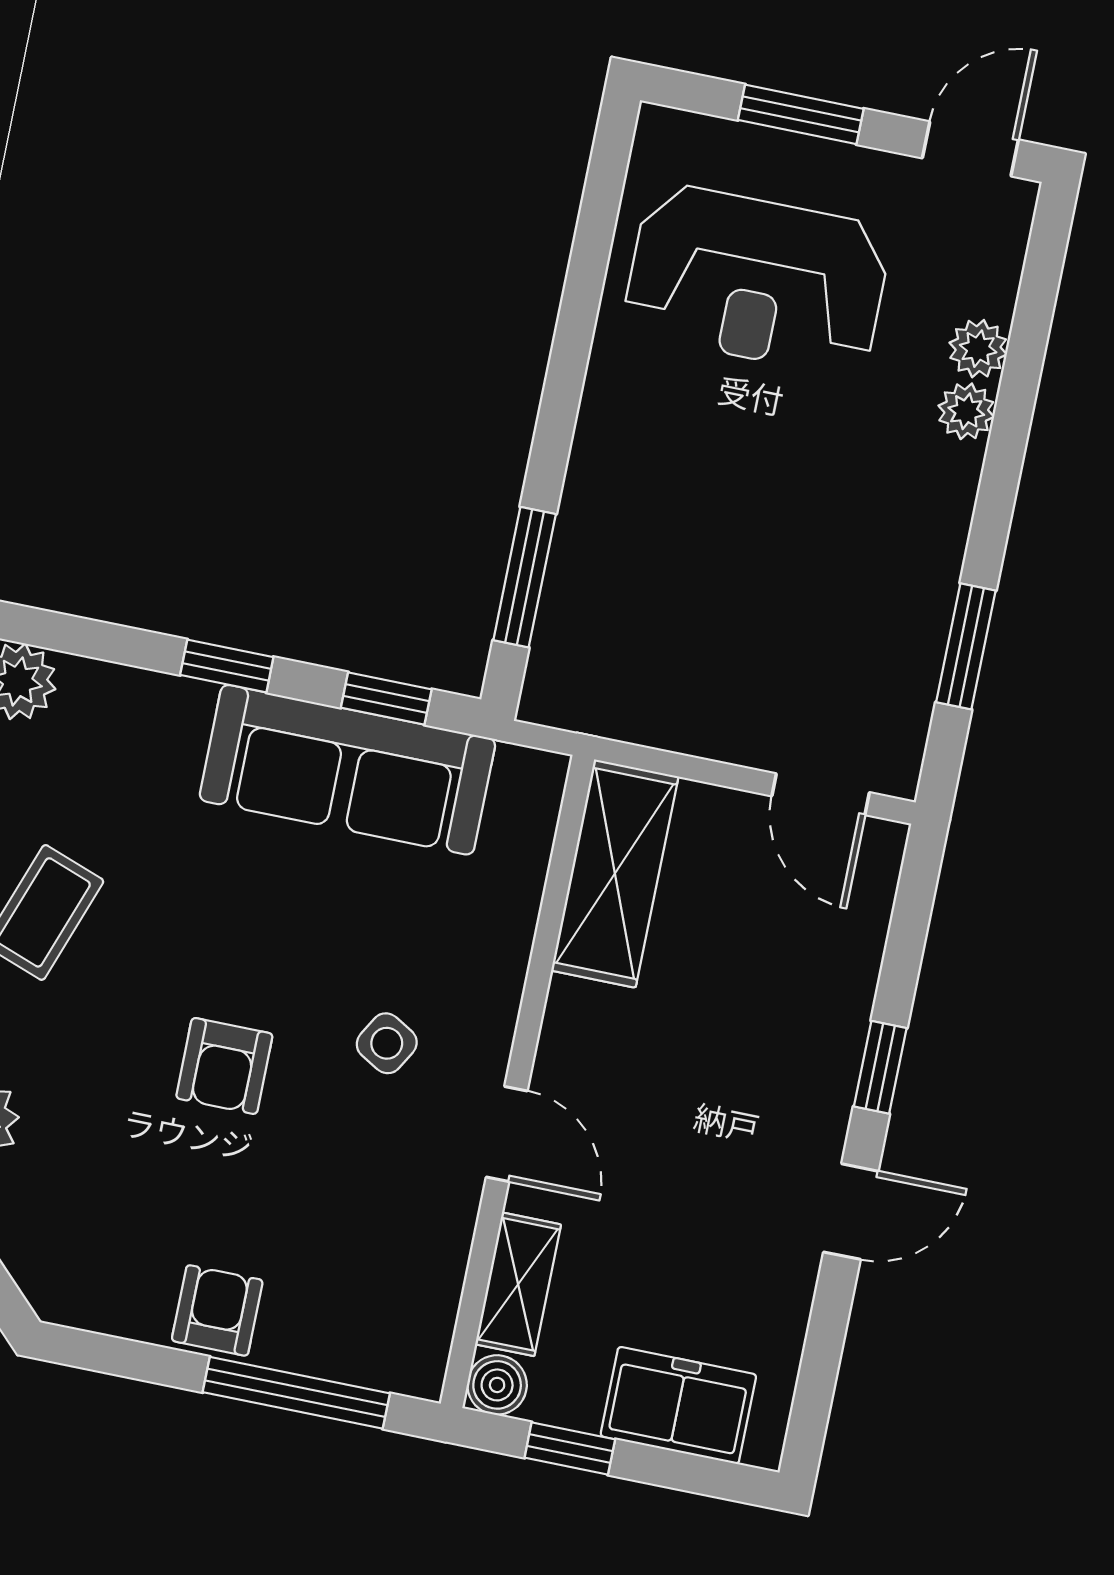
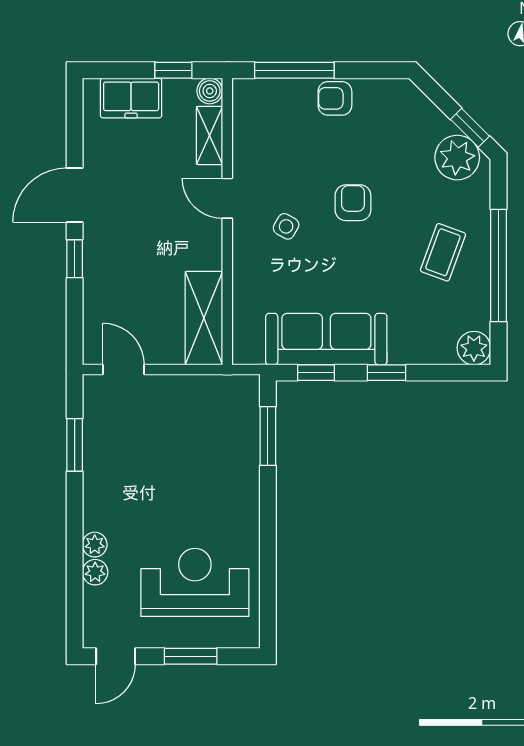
door: (851, 1212) -> (75, 195), width x1.38
armchair: (217, 1310) -> (335, 98), turned 90

